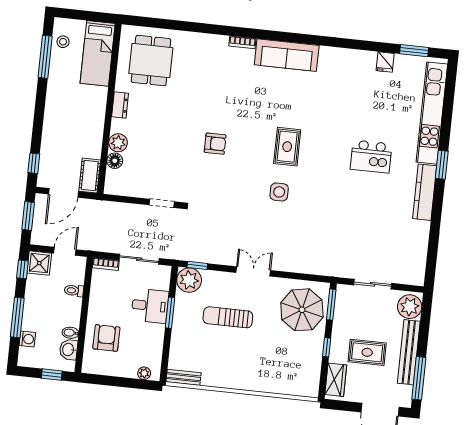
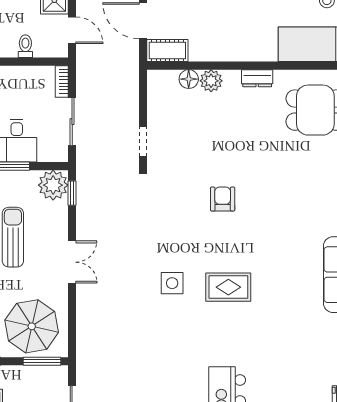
armchair: (215, 144) -> (223, 199), turned 180

